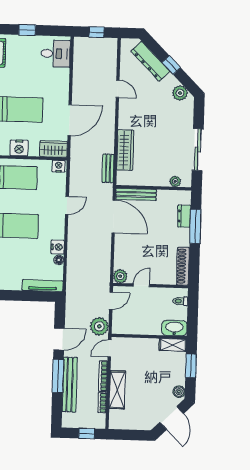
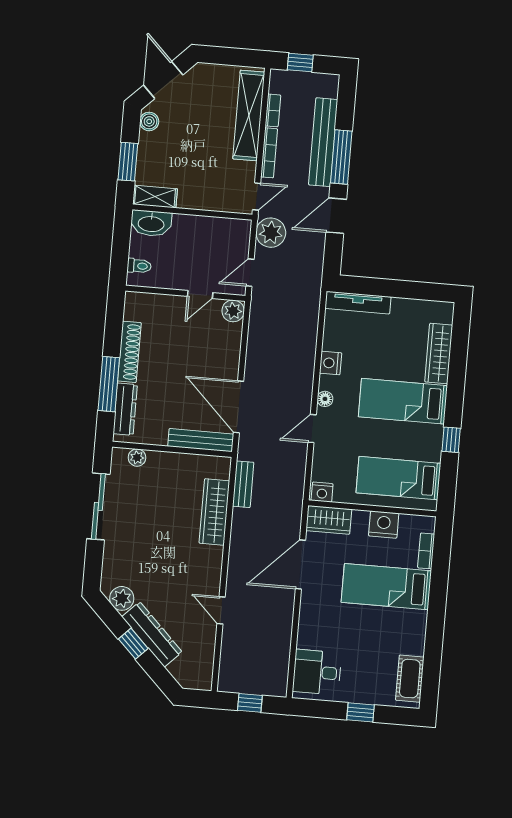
dresser: (150, 61) -> (152, 634), moved
dresser: (184, 216) -> (125, 409), width x1.44
floor lamp: (59, 260) -> (325, 399), moved
shoe rack: (183, 266) -> (129, 352), moved
shelving: (117, 390) -> (249, 116), width x1.47

